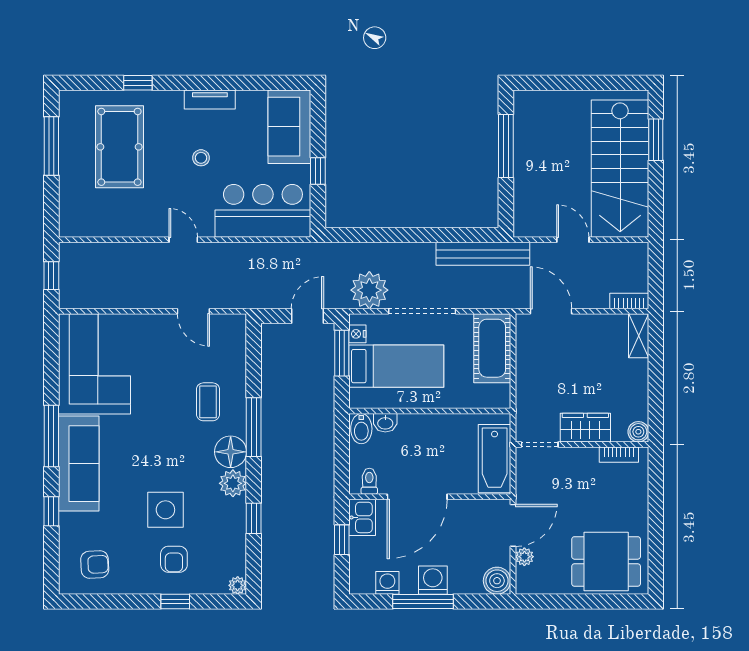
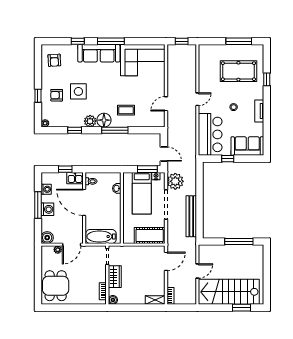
bench: (483, 254) -> (191, 216), moved
bidet: (361, 429) -> (114, 178), removed
door: (513, 525) -> (72, 245), hinge flipped

